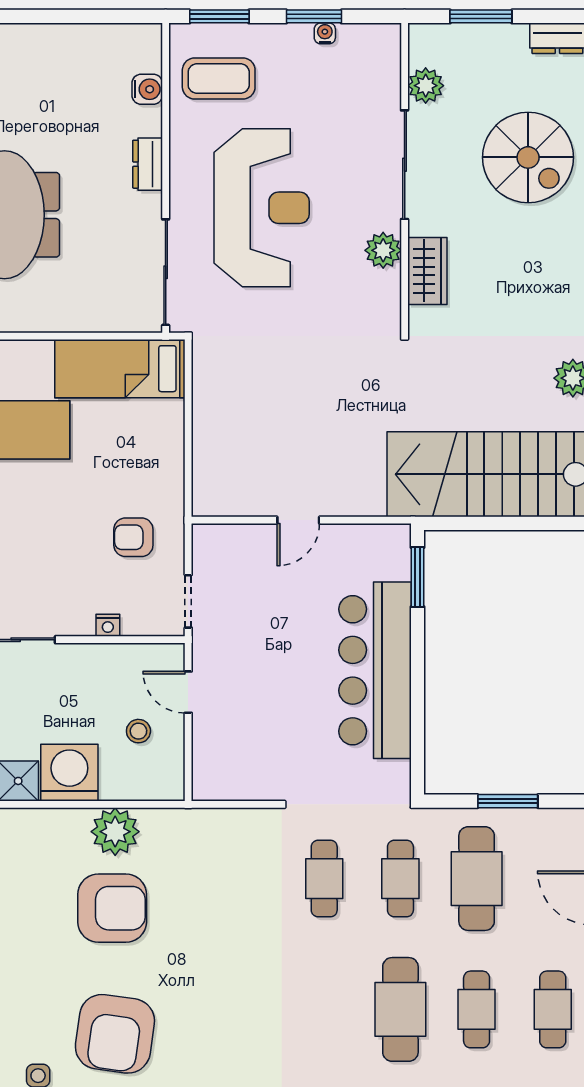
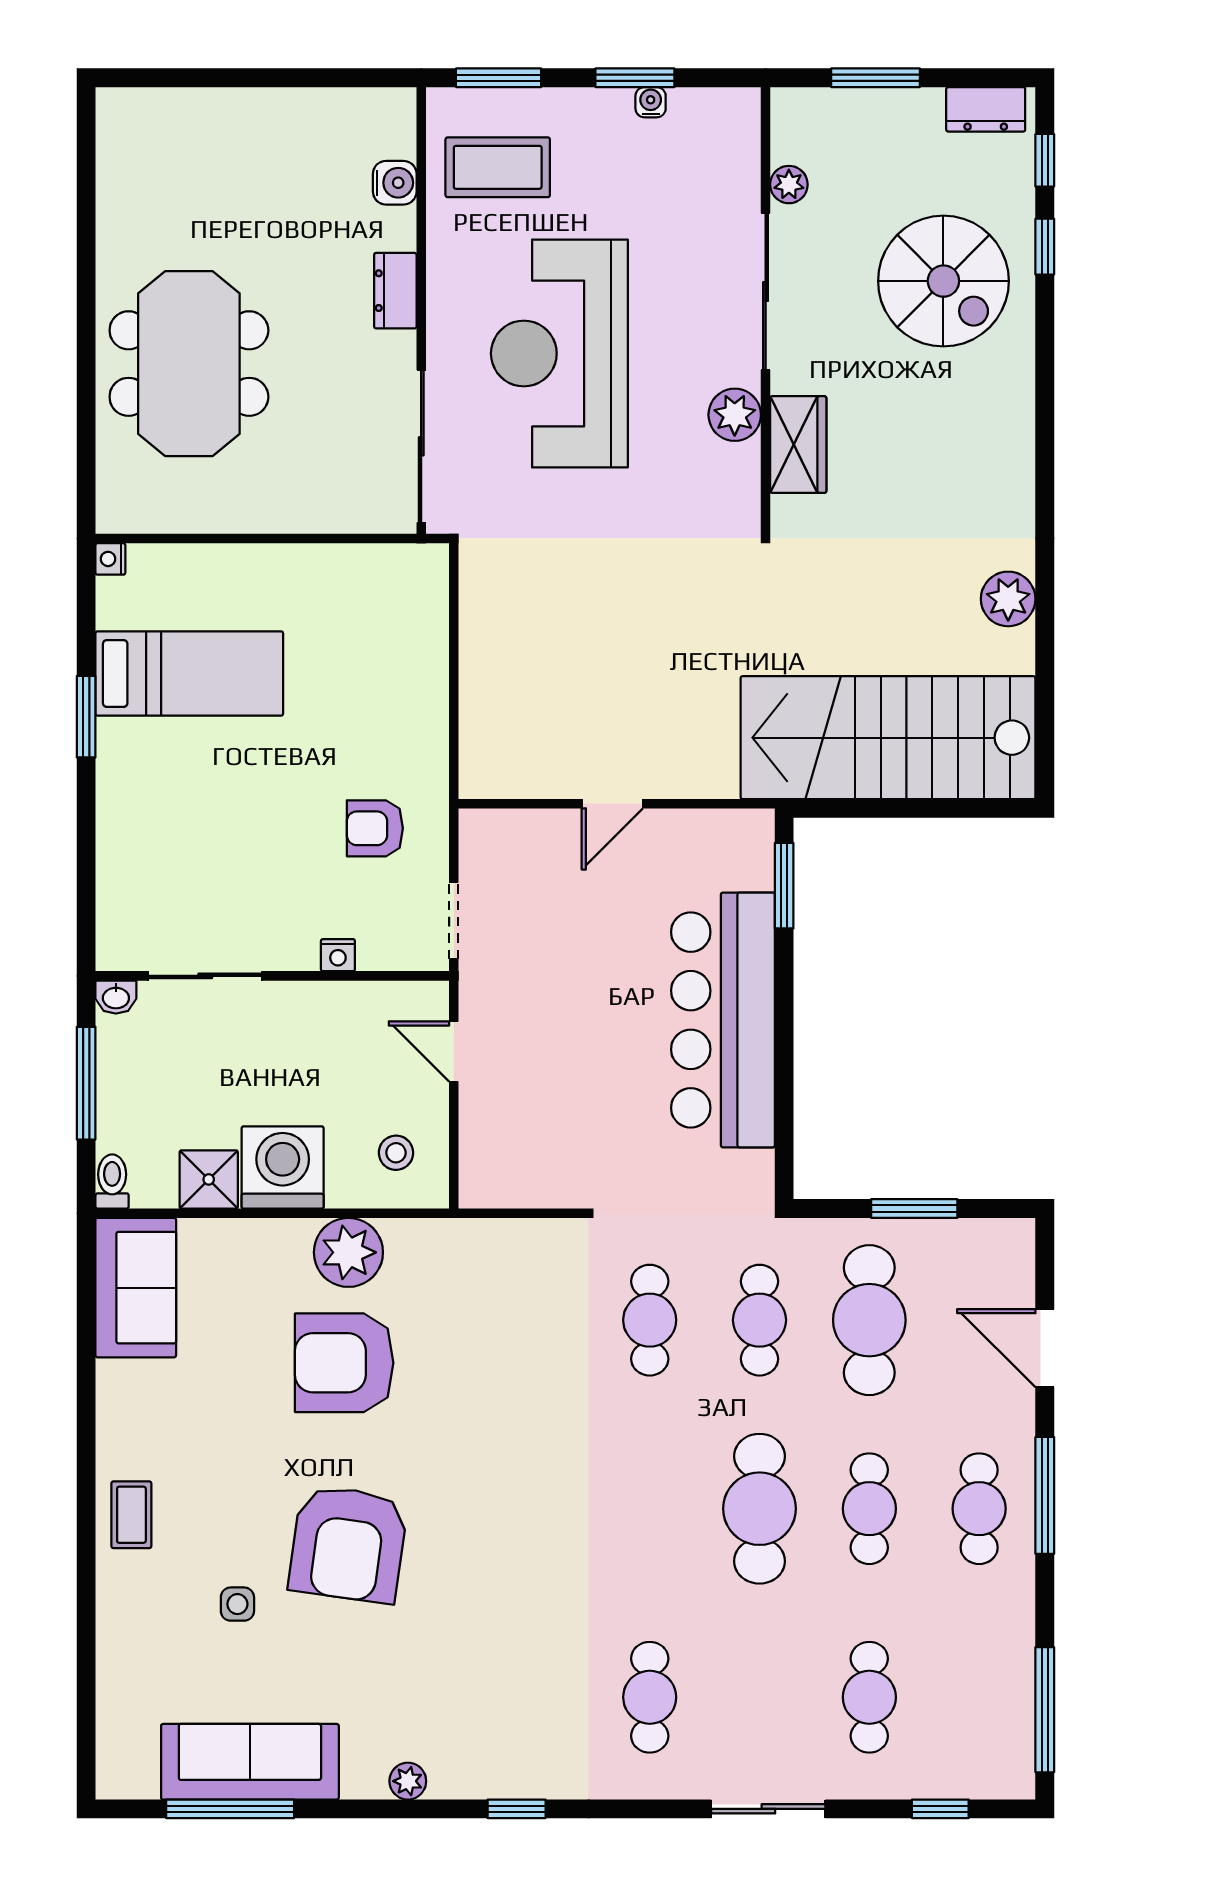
plant: (426, 86) -> (789, 185), width x0.73, depth x0.73
reception desk: (262, 208) -> (559, 354), turned 180
bed: (120, 369) -> (355, 585), removed
stool: (138, 731) -> (396, 1153), moved
armchair: (112, 908) -> (344, 1363), turned 180

